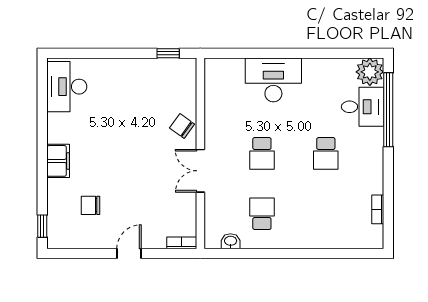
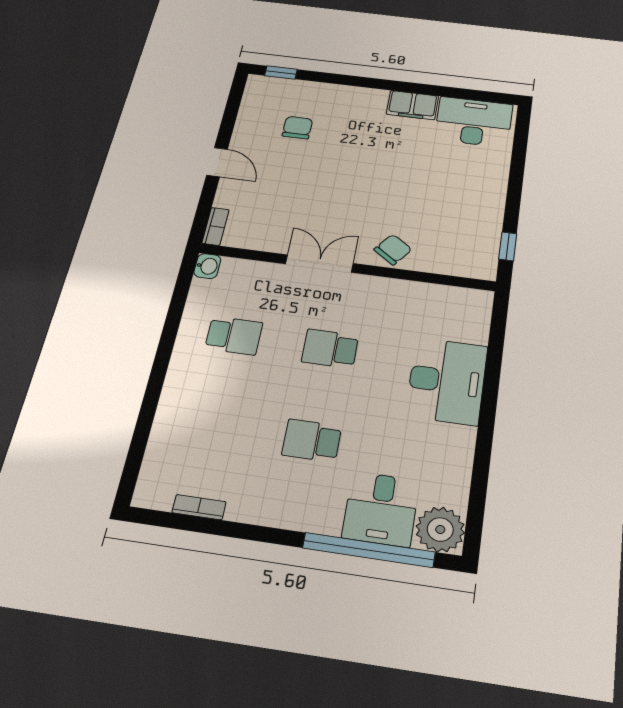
filing cabinet: (58, 161) -> (412, 105), moved
washbasin: (231, 241) -> (207, 266), moved

